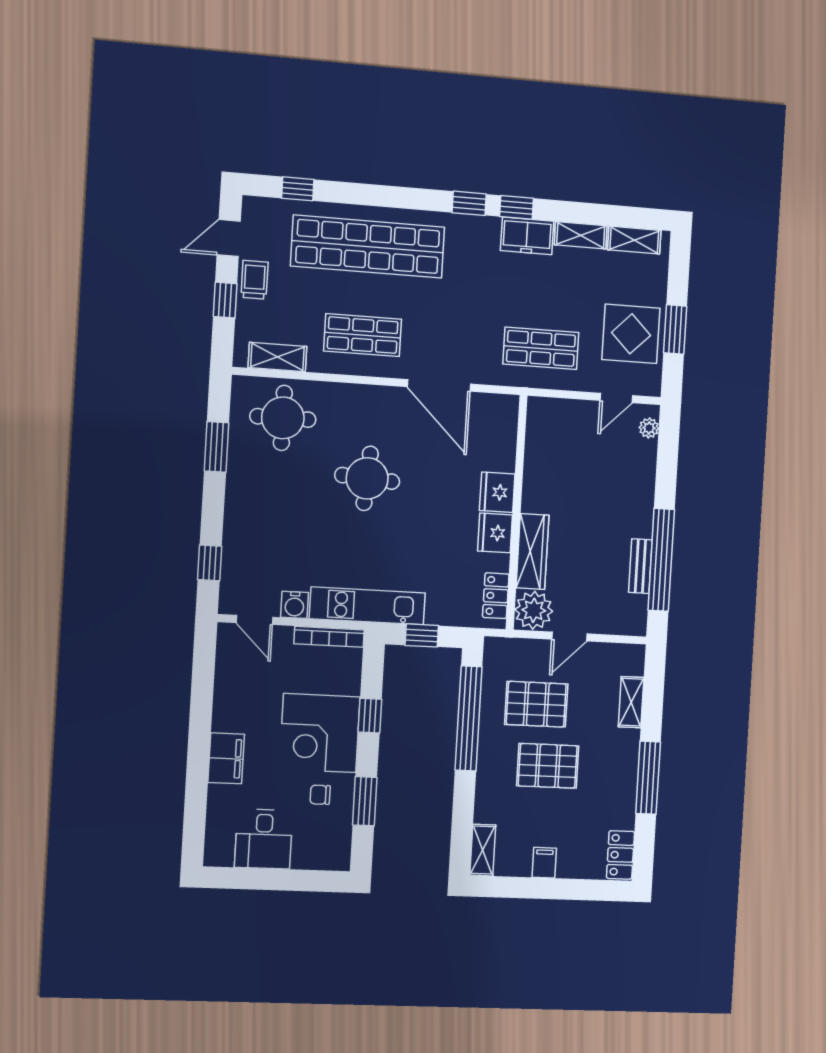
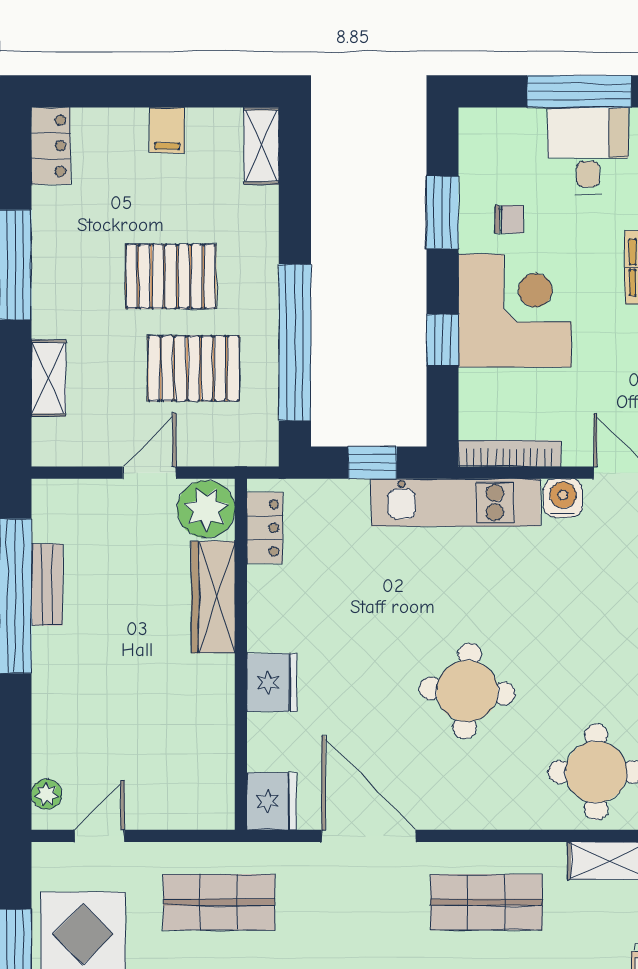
fridge: (495, 533) -> (272, 801), moved
window: (267, 879) -> (579, 91), added

